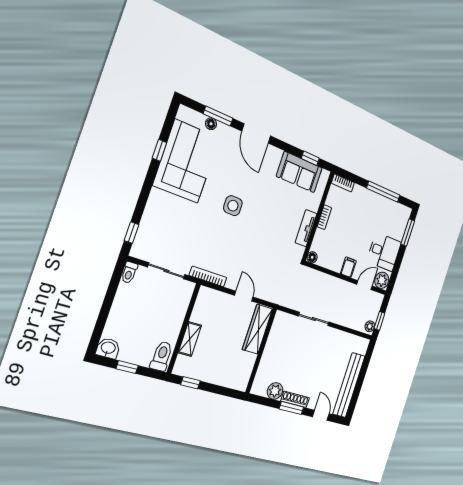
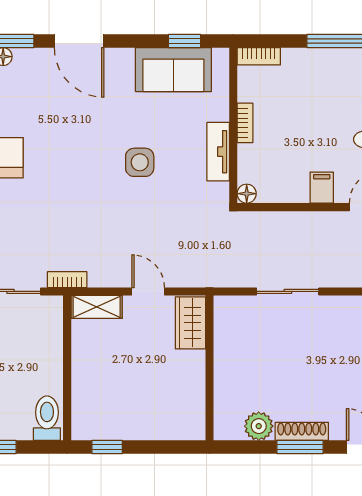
side table: (233, 206) -> (140, 162), moved
bookcase: (208, 276) -> (67, 280), width x0.64
wardrobe: (257, 329) -> (190, 323), width x0.67
shelving: (190, 339) -> (97, 307), moved, turned 90

